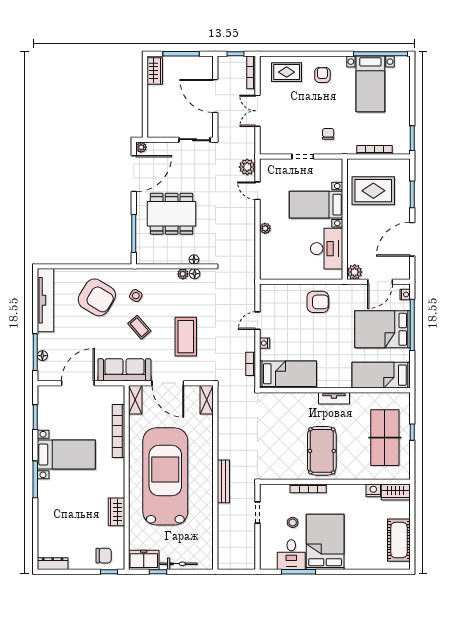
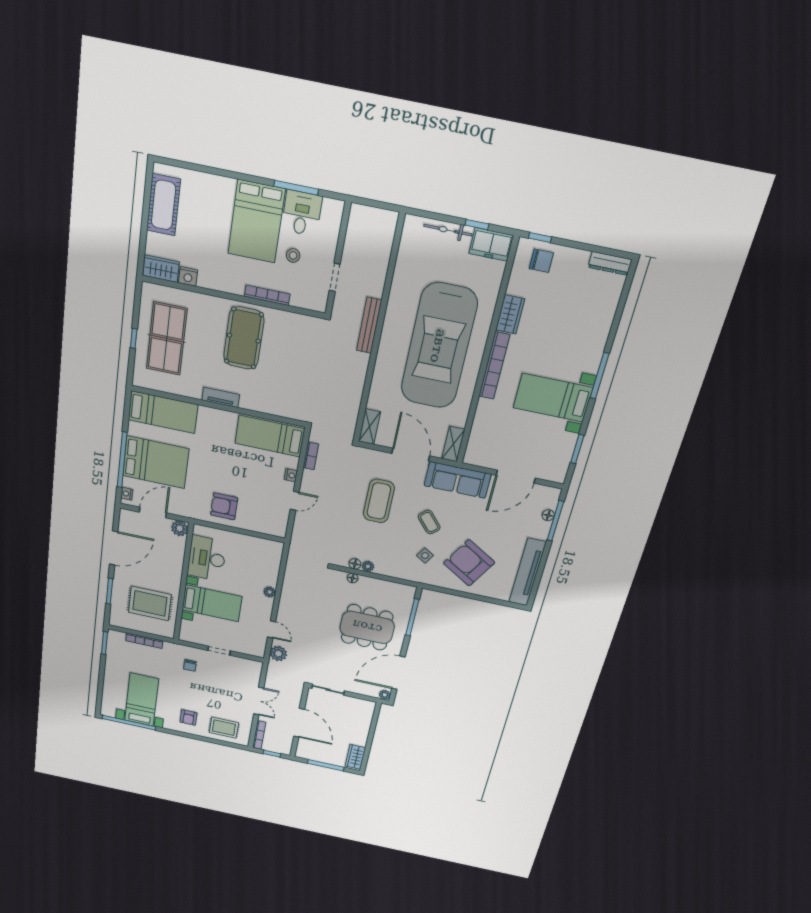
bookcase: (118, 431) -> (494, 366), moved
chair: (104, 556) -> (541, 261), turned 180

